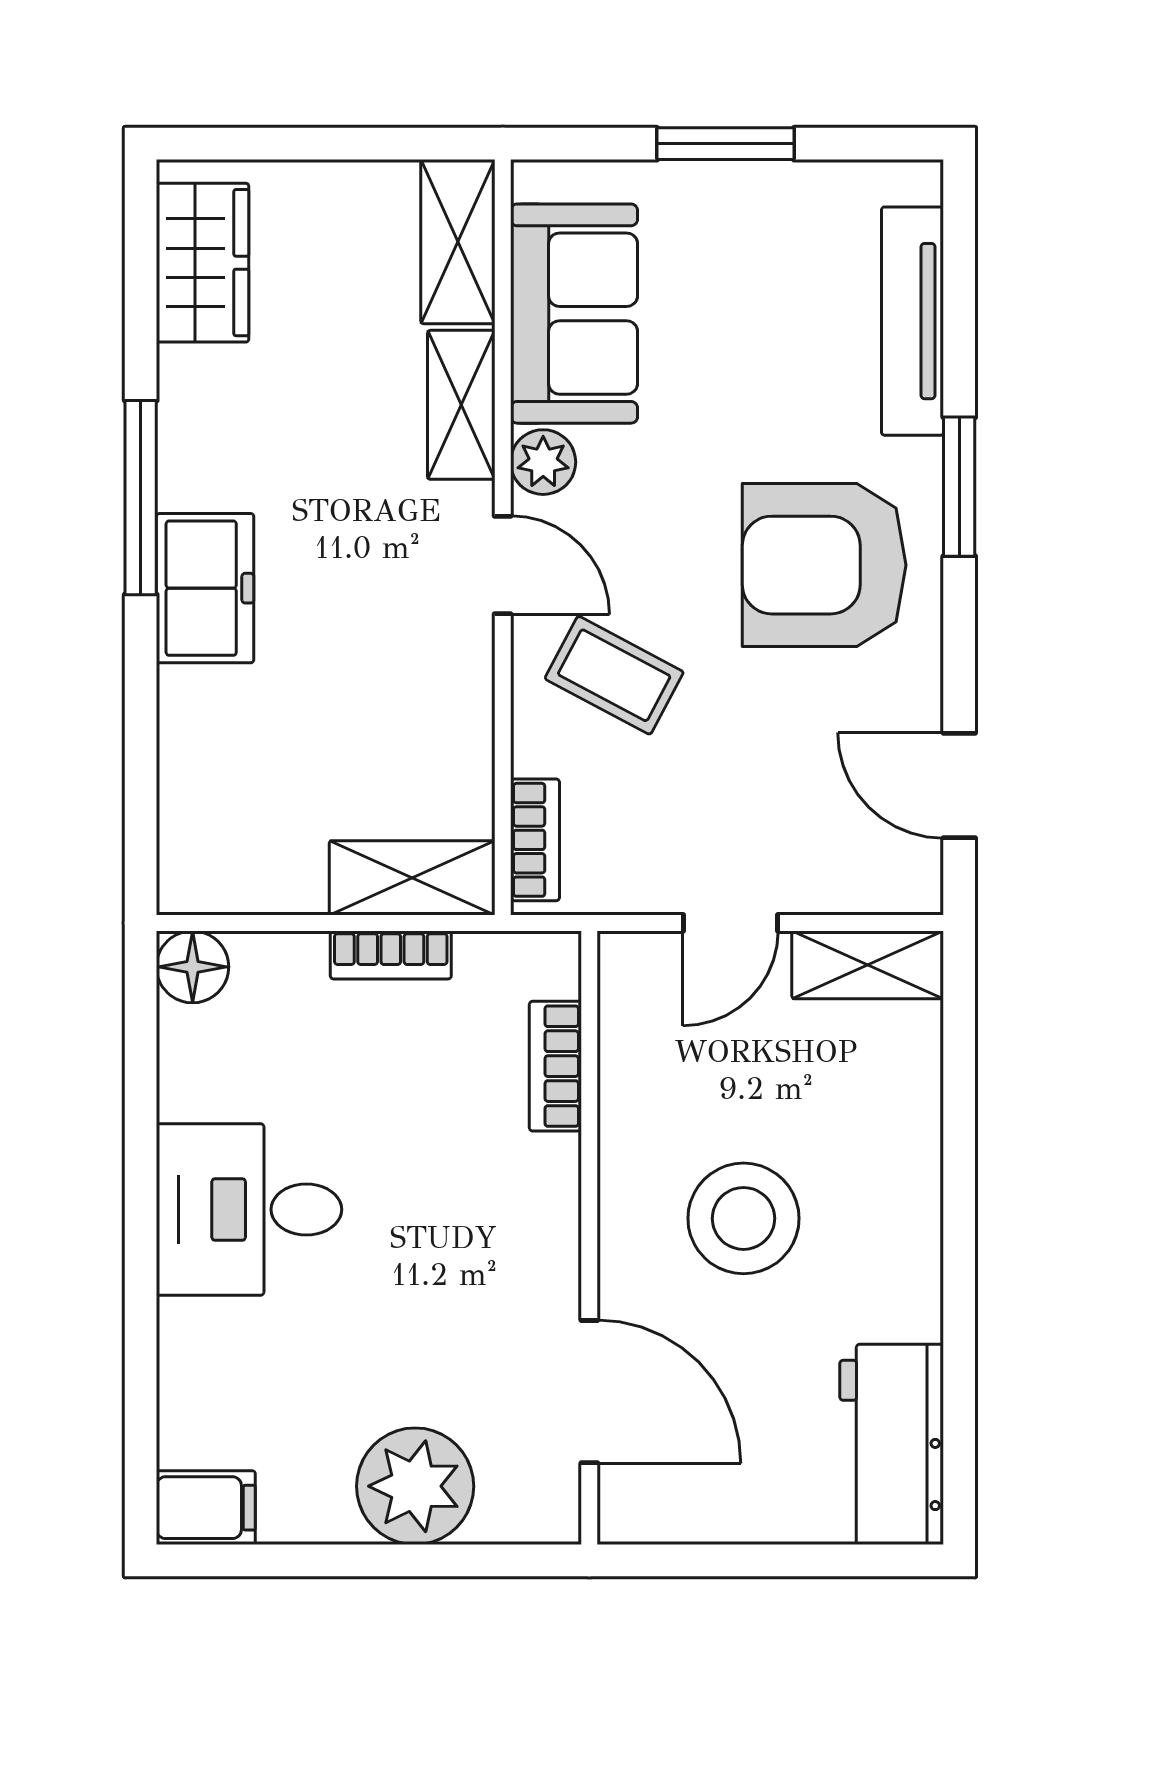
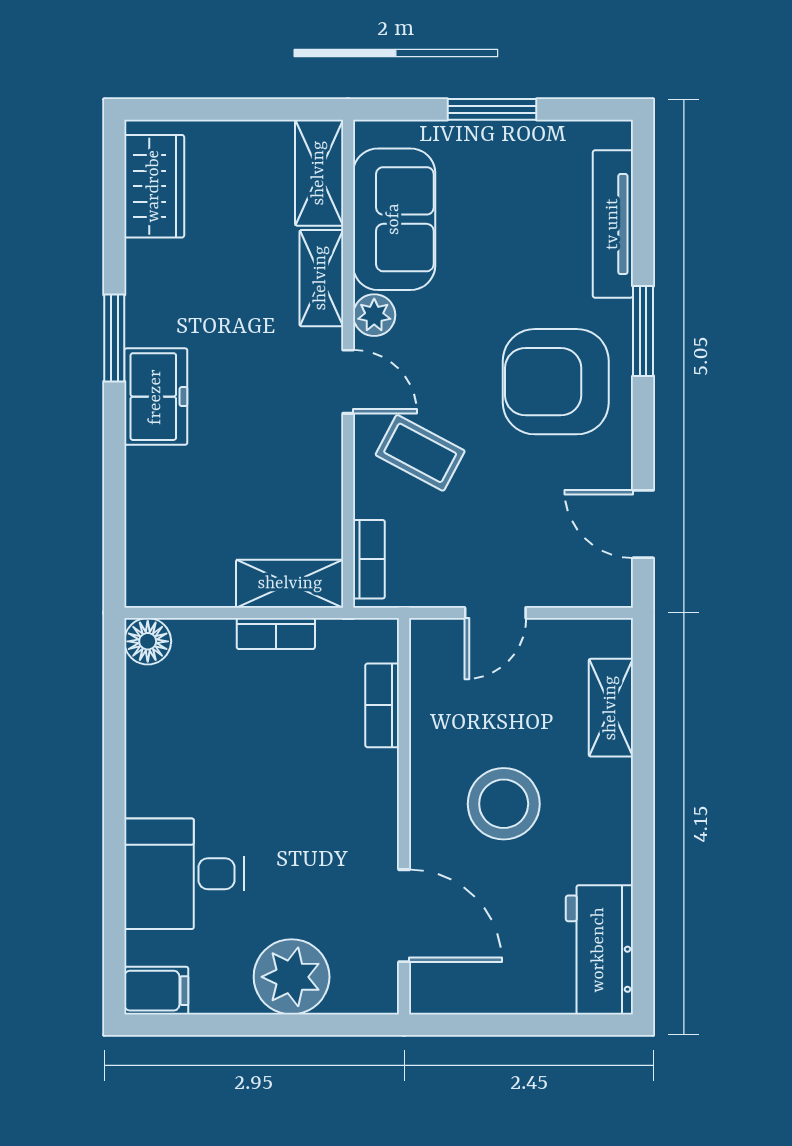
window: (141, 498) -> (114, 338), width x0.69
shelving: (868, 965) -> (611, 708), moved, turned 90
desk: (249, 1209) -> (184, 874), moved

